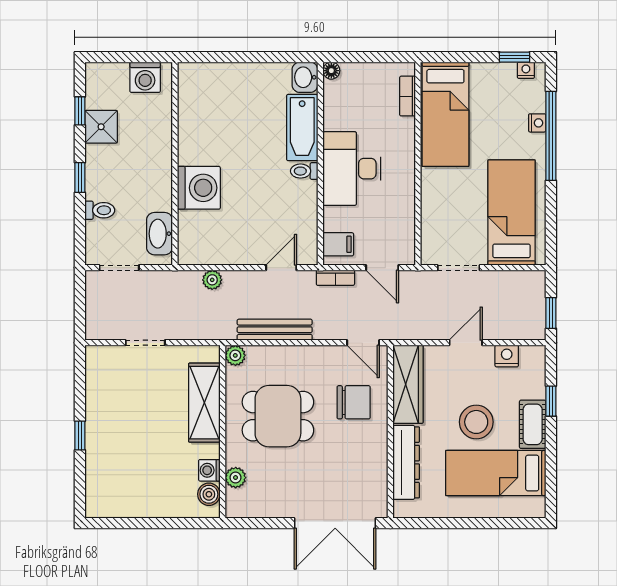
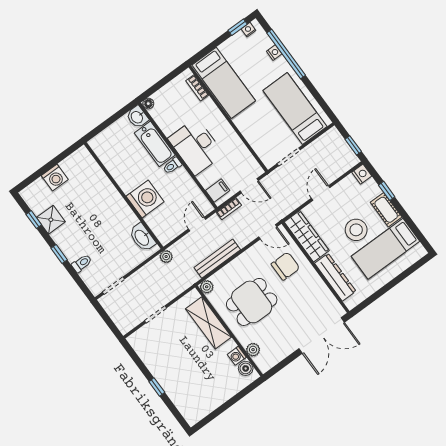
wall: (175, 164) -> (124, 196), moved
washing machine: (199, 188) -> (145, 199), moved
washbasin: (160, 234) -> (142, 238), moved
nightstand: (507, 356) -> (362, 174), moved, turned 90

